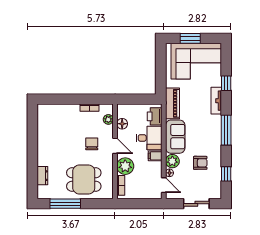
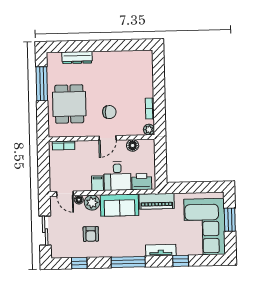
plant: (108, 119) -> (149, 130), moved
plant: (125, 166) -> (85, 150), removed
dresser: (42, 176) -> (77, 57), width x1.44
door: (164, 185) -> (65, 194), hinge flipped

